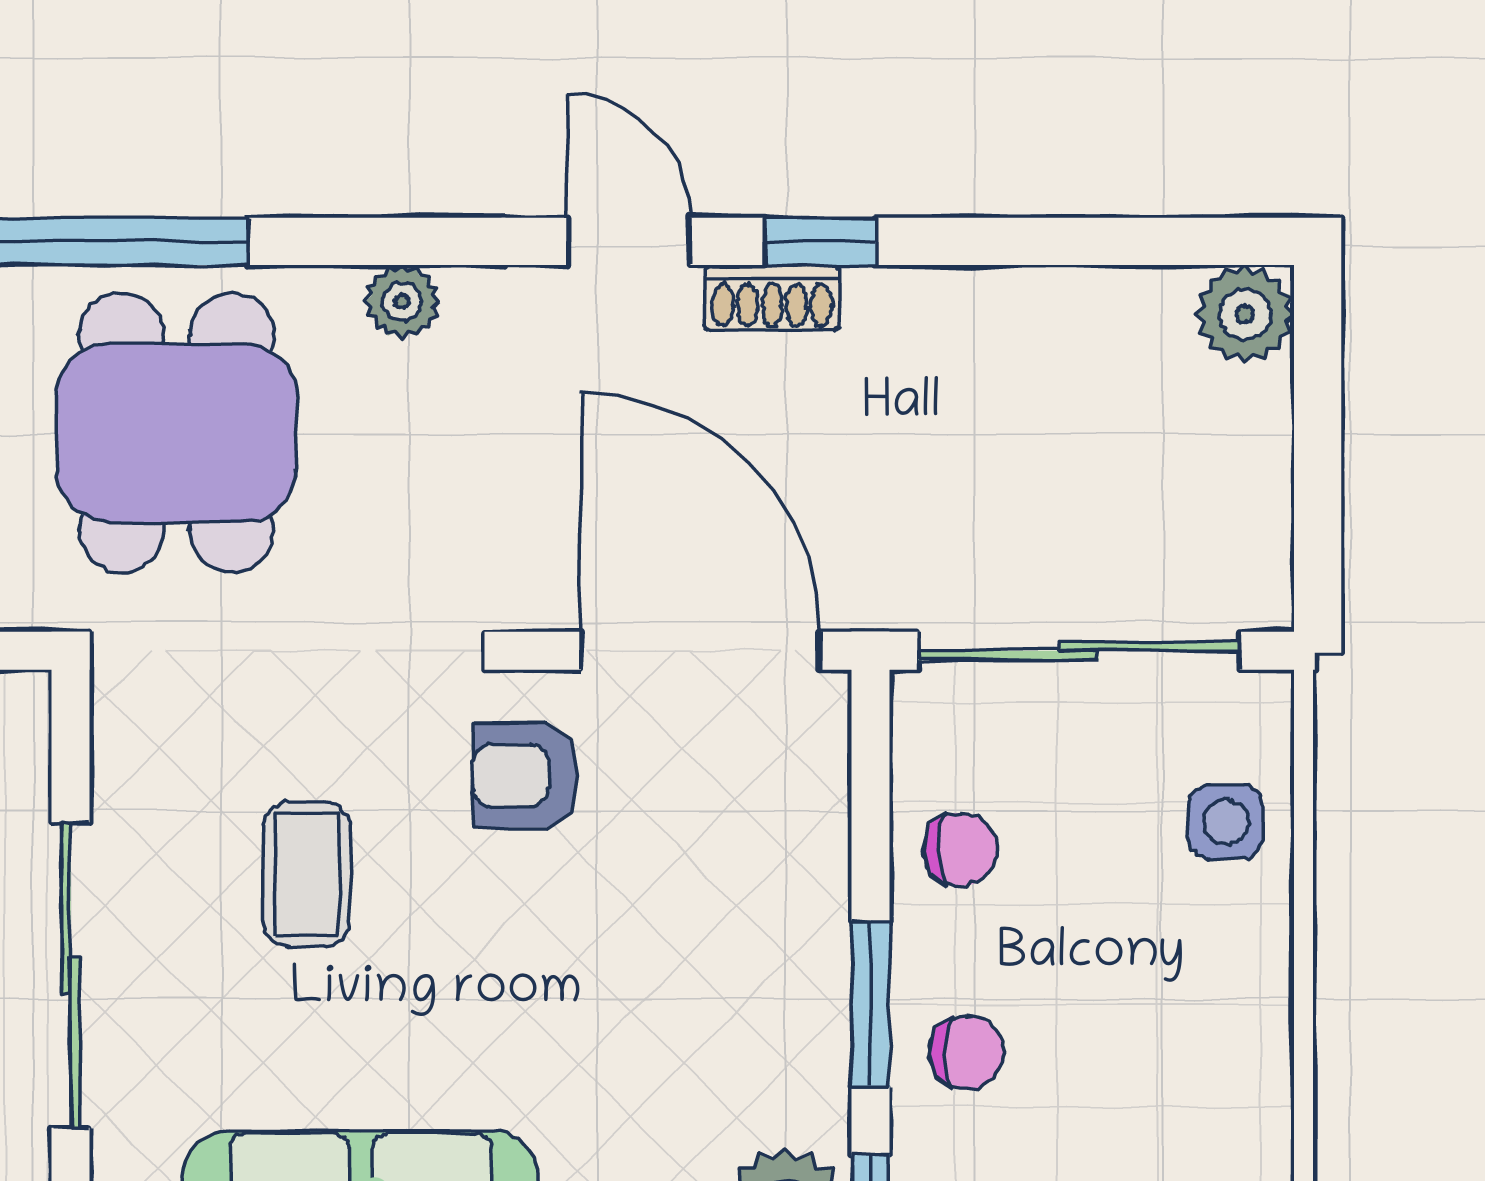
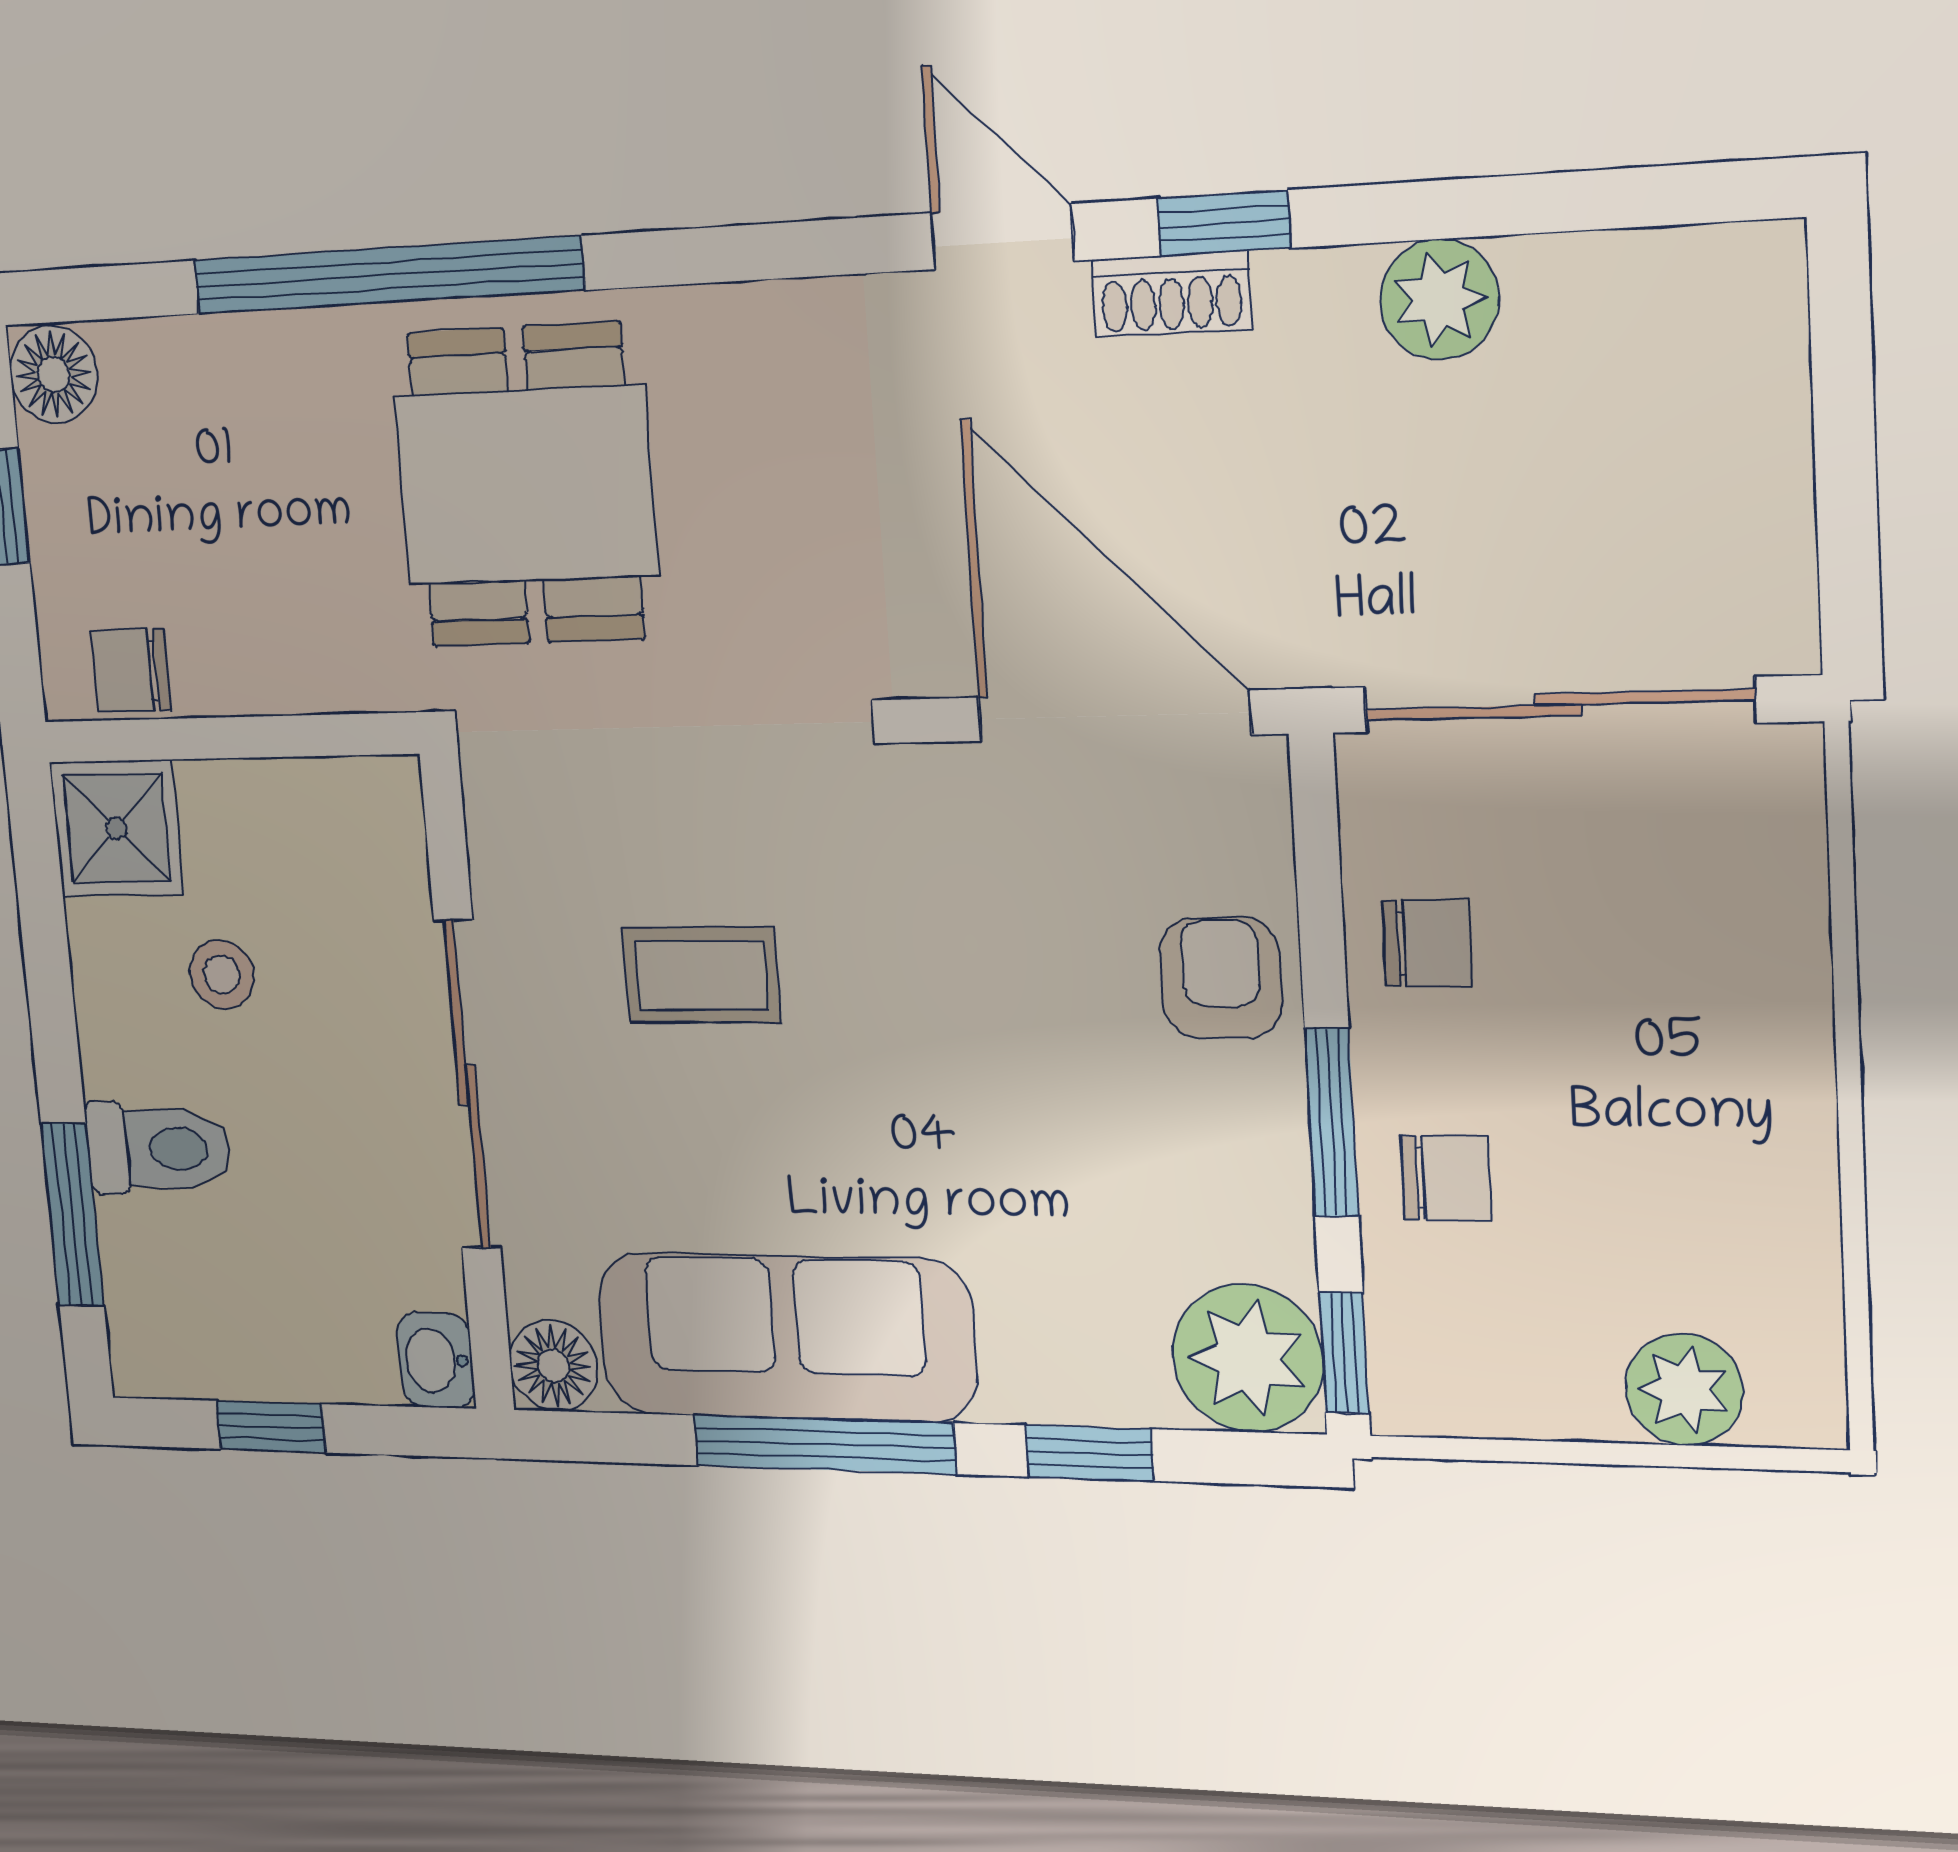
plant: (402, 302) -> (755, 323), removed
plant: (1245, 314) -> (1439, 299), moved
armchair: (525, 775) -> (1221, 978), moved, turned 90
side table: (1226, 822) -> (1746, 907), removed
coffee table: (307, 874) -> (701, 975), turned 90

